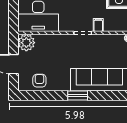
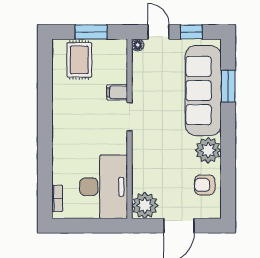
plant: (61, 83) -> (208, 150), added
window: (78, 96) -> (228, 86), moved

